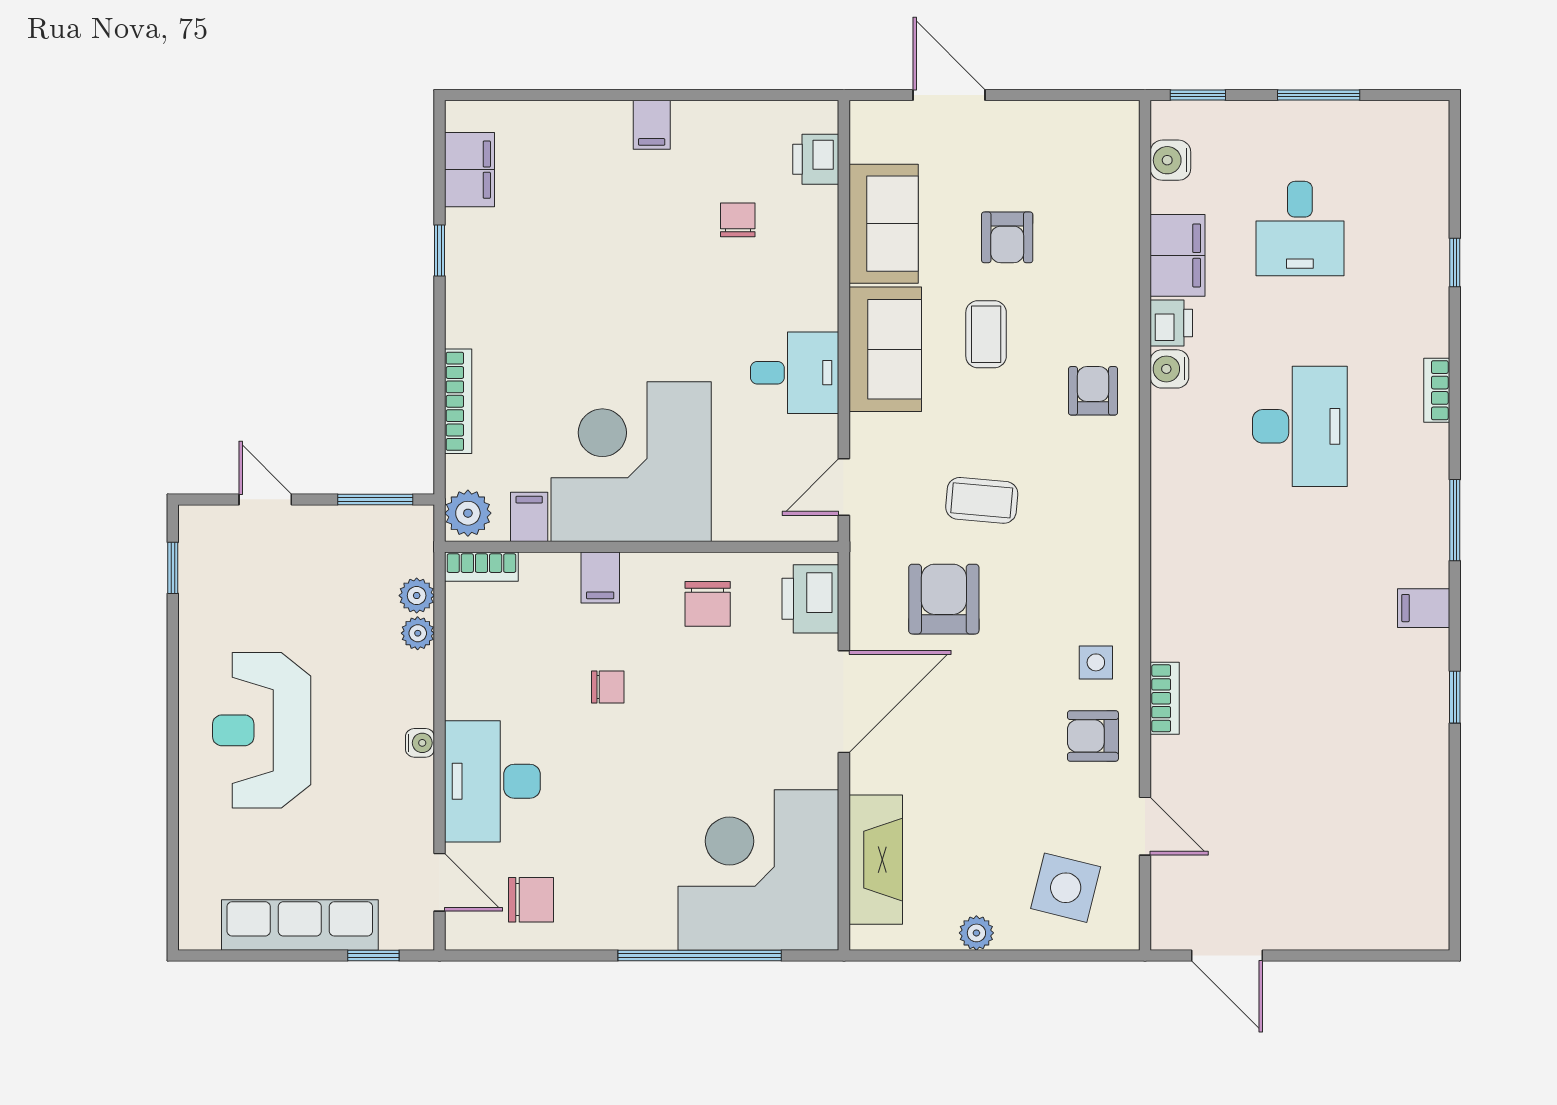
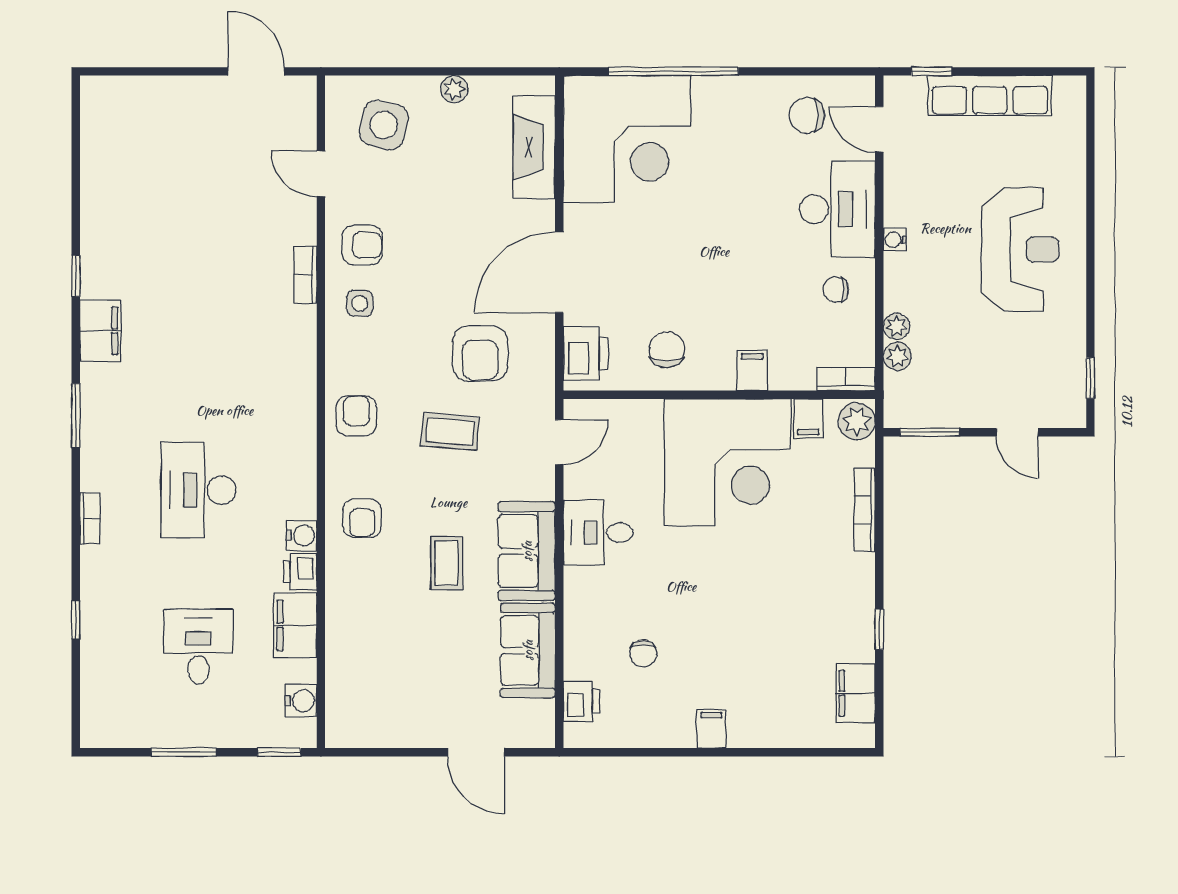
armchair: (1007, 237) -> (356, 416), moved
filing cabinet: (1424, 608) -> (100, 331), width x2.00
chair: (608, 687) -> (836, 289), moved

